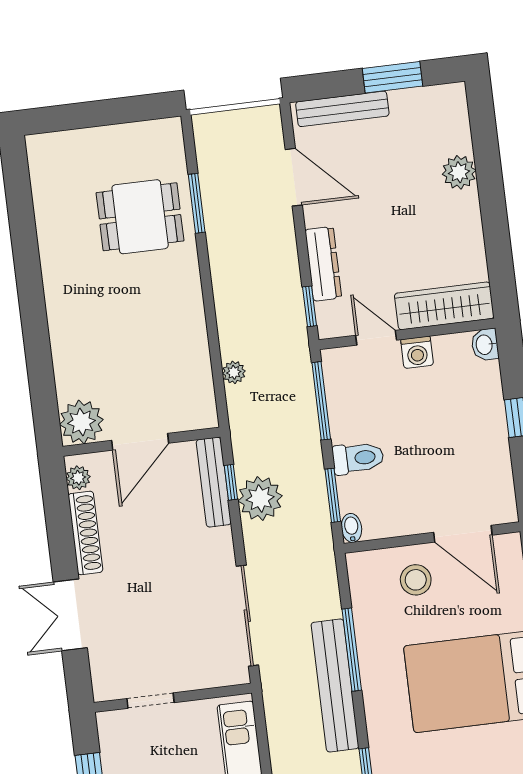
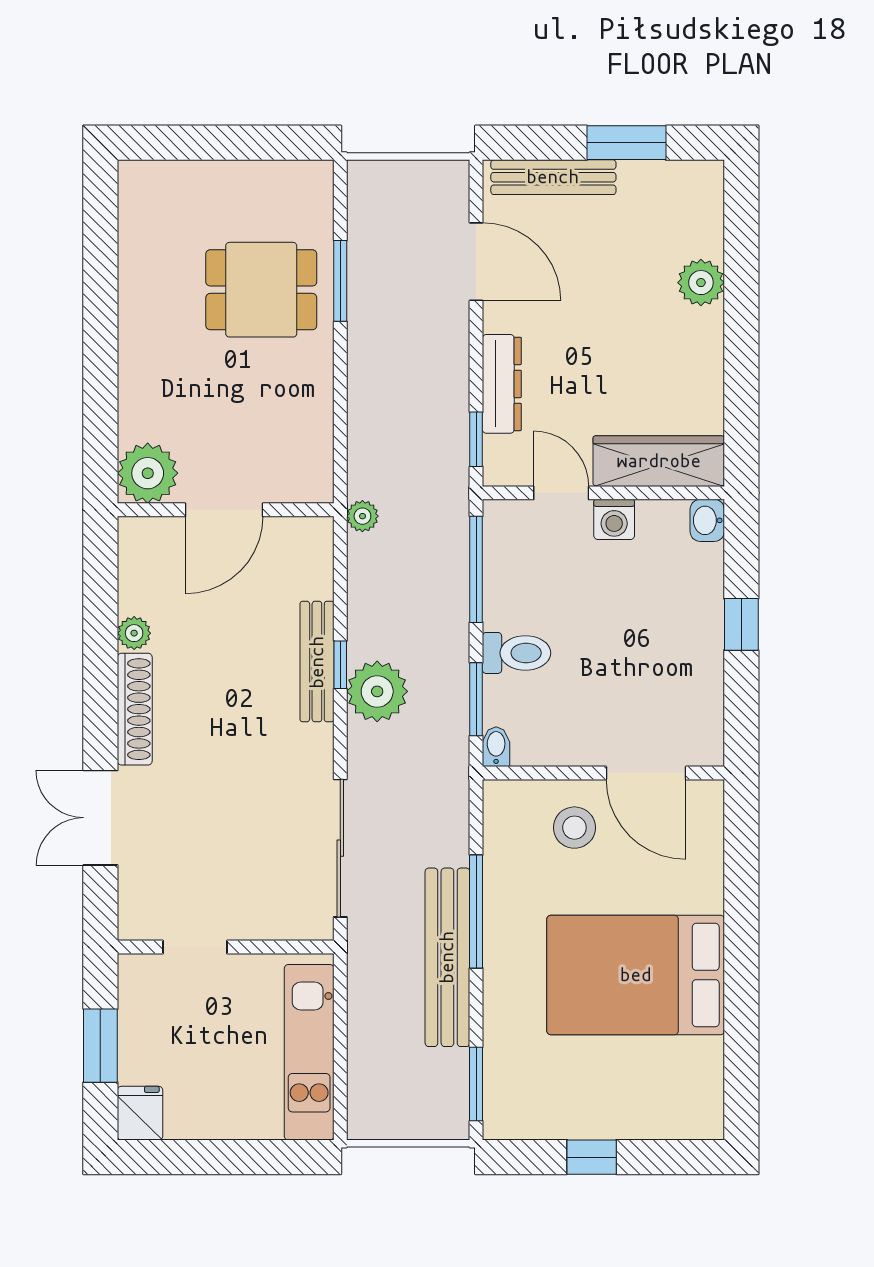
plant: (81, 422) -> (148, 473), moved
door: (140, 442) -> (224, 510), moved
wall: (141, 442) -> (226, 510), moved

